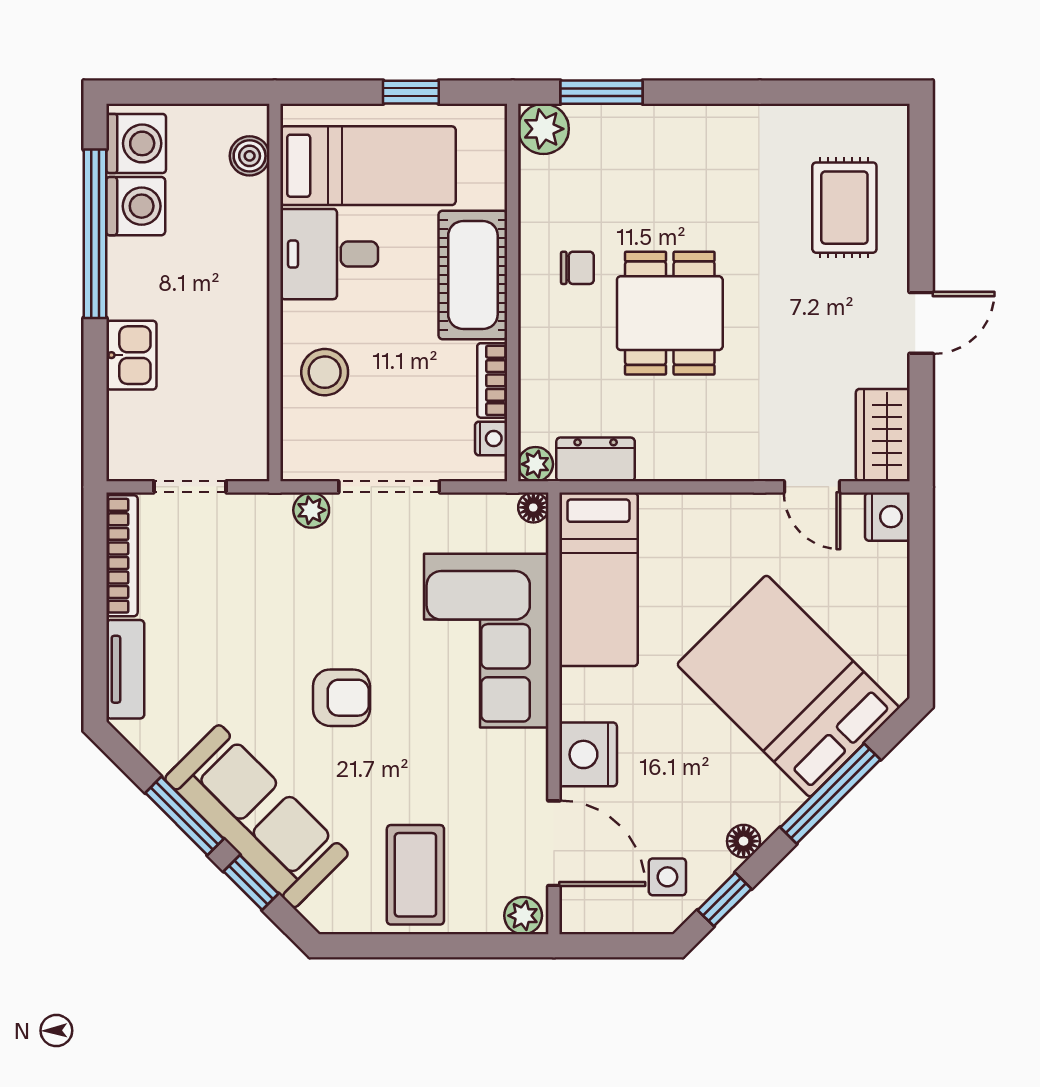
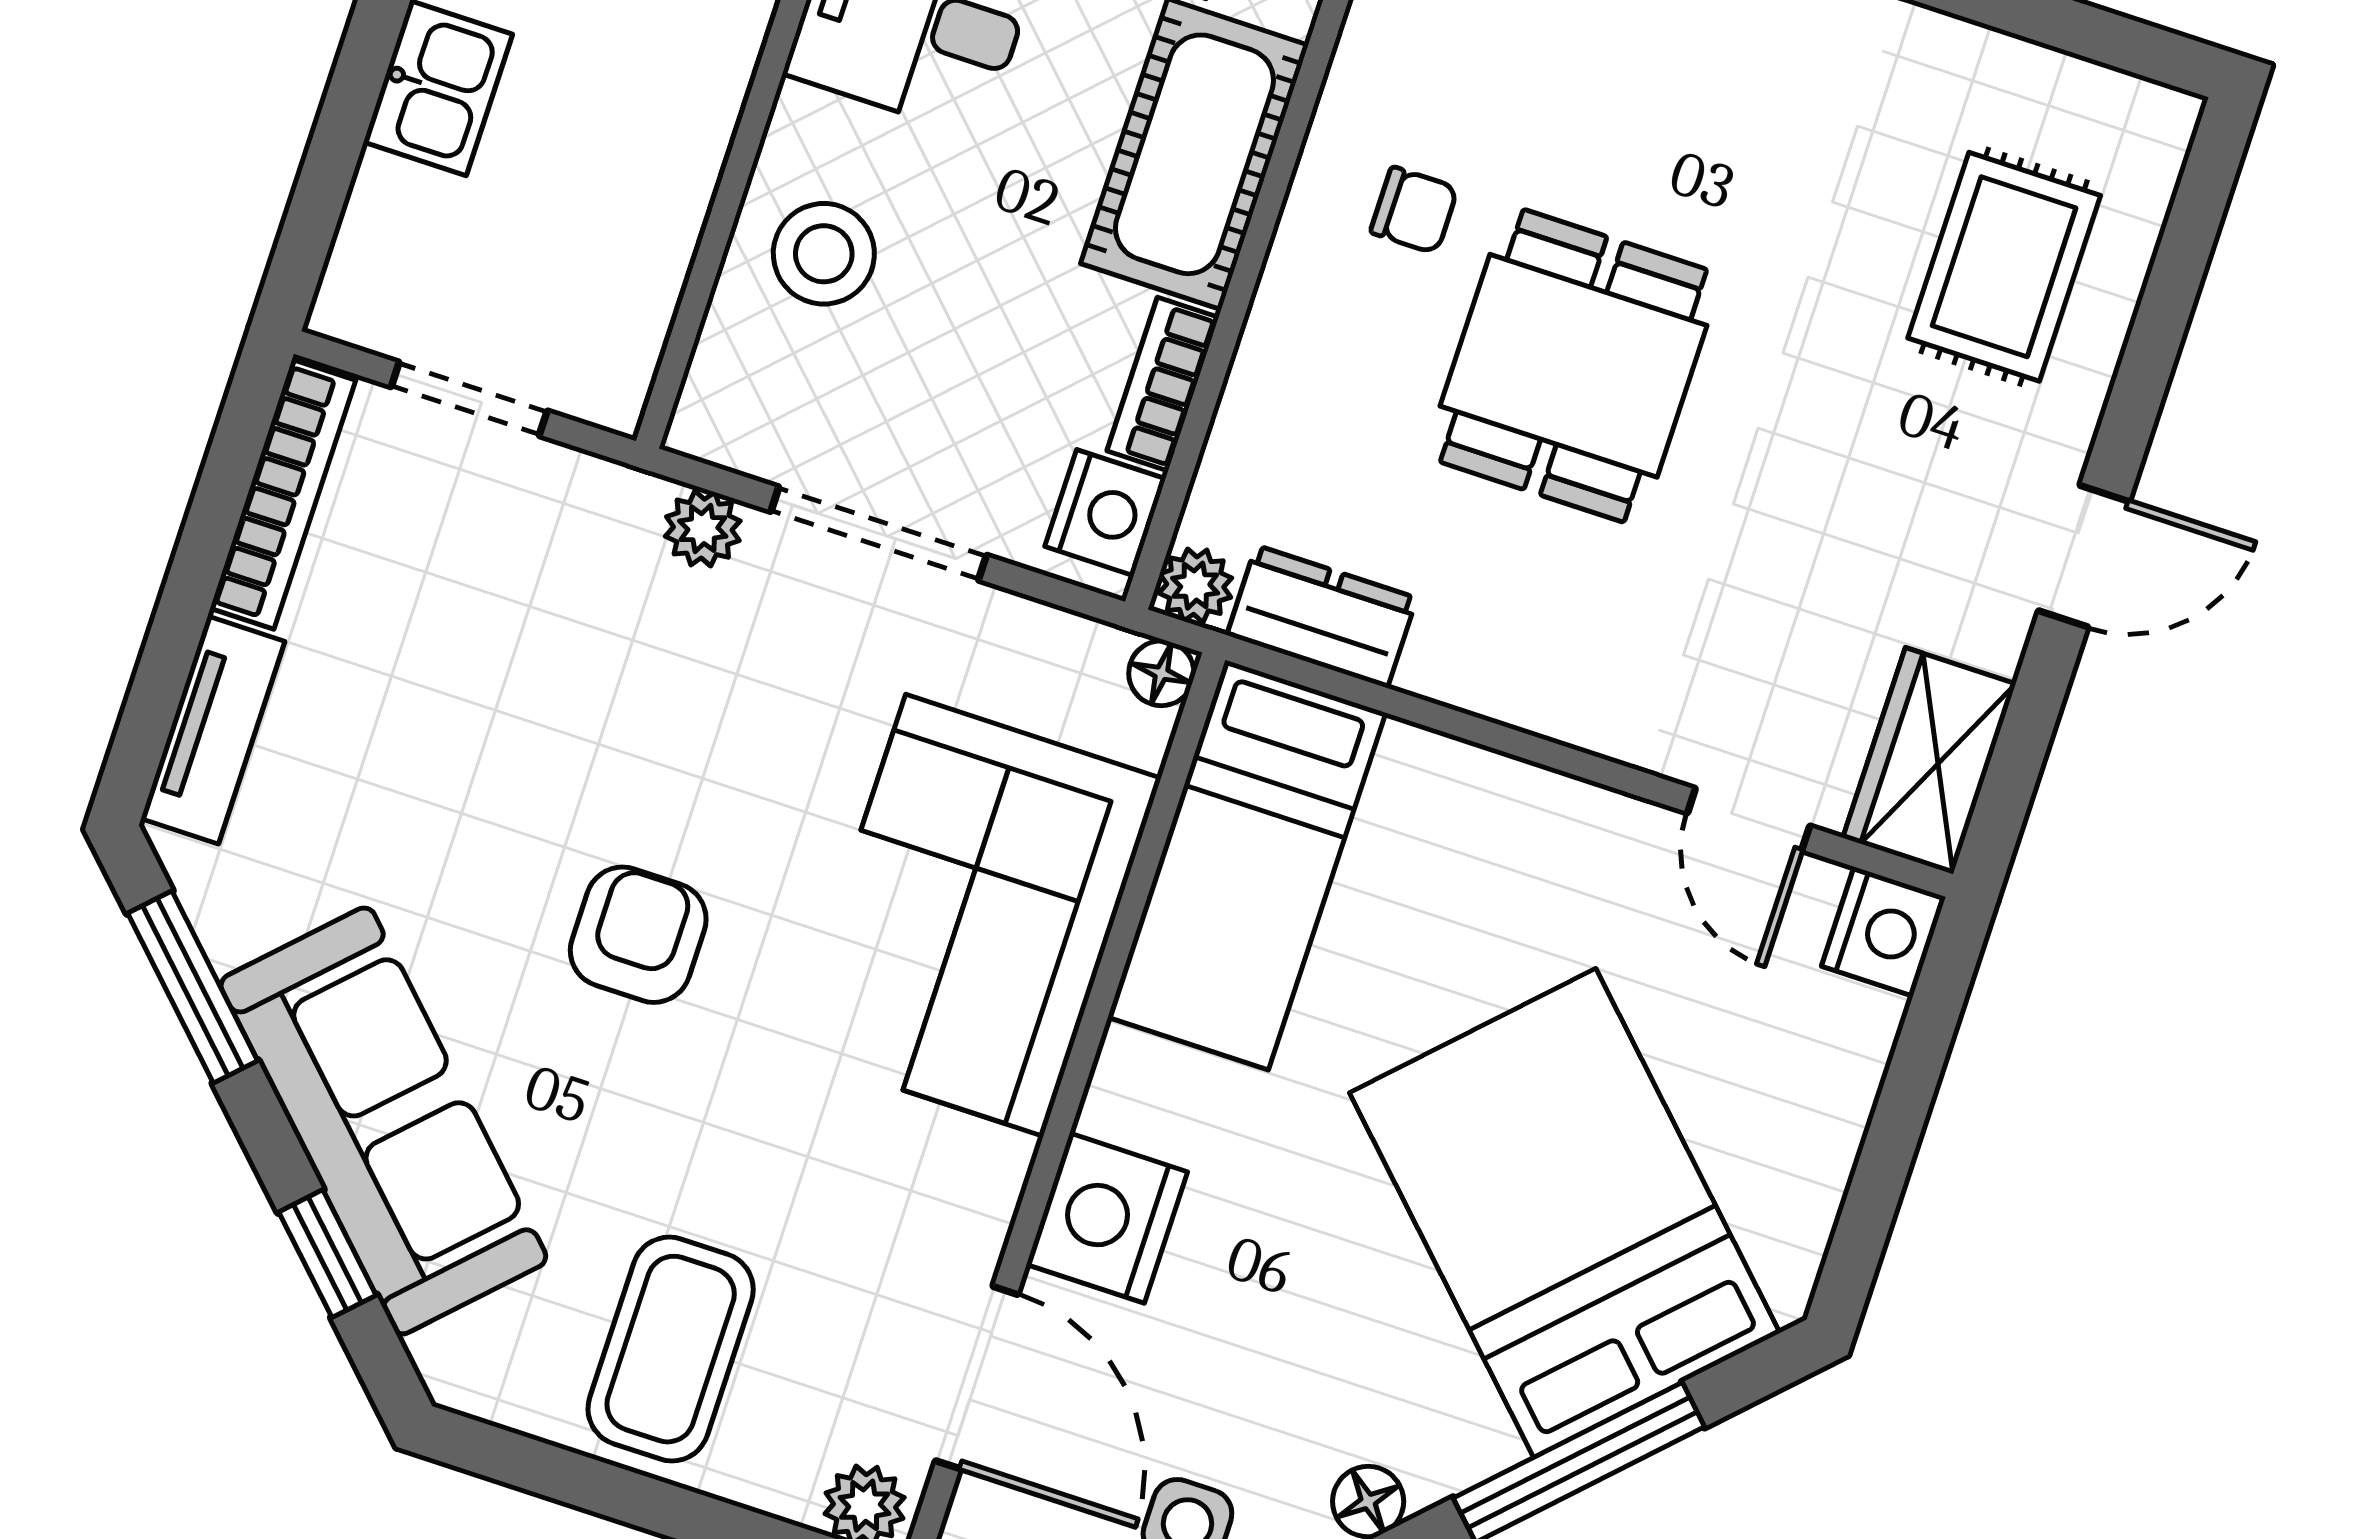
nightstand: (491, 438) -> (1105, 513), width x1.39, depth x1.35
armchair: (341, 698) -> (638, 935), turned -90
window: (184, 816) -> (193, 987), moved

